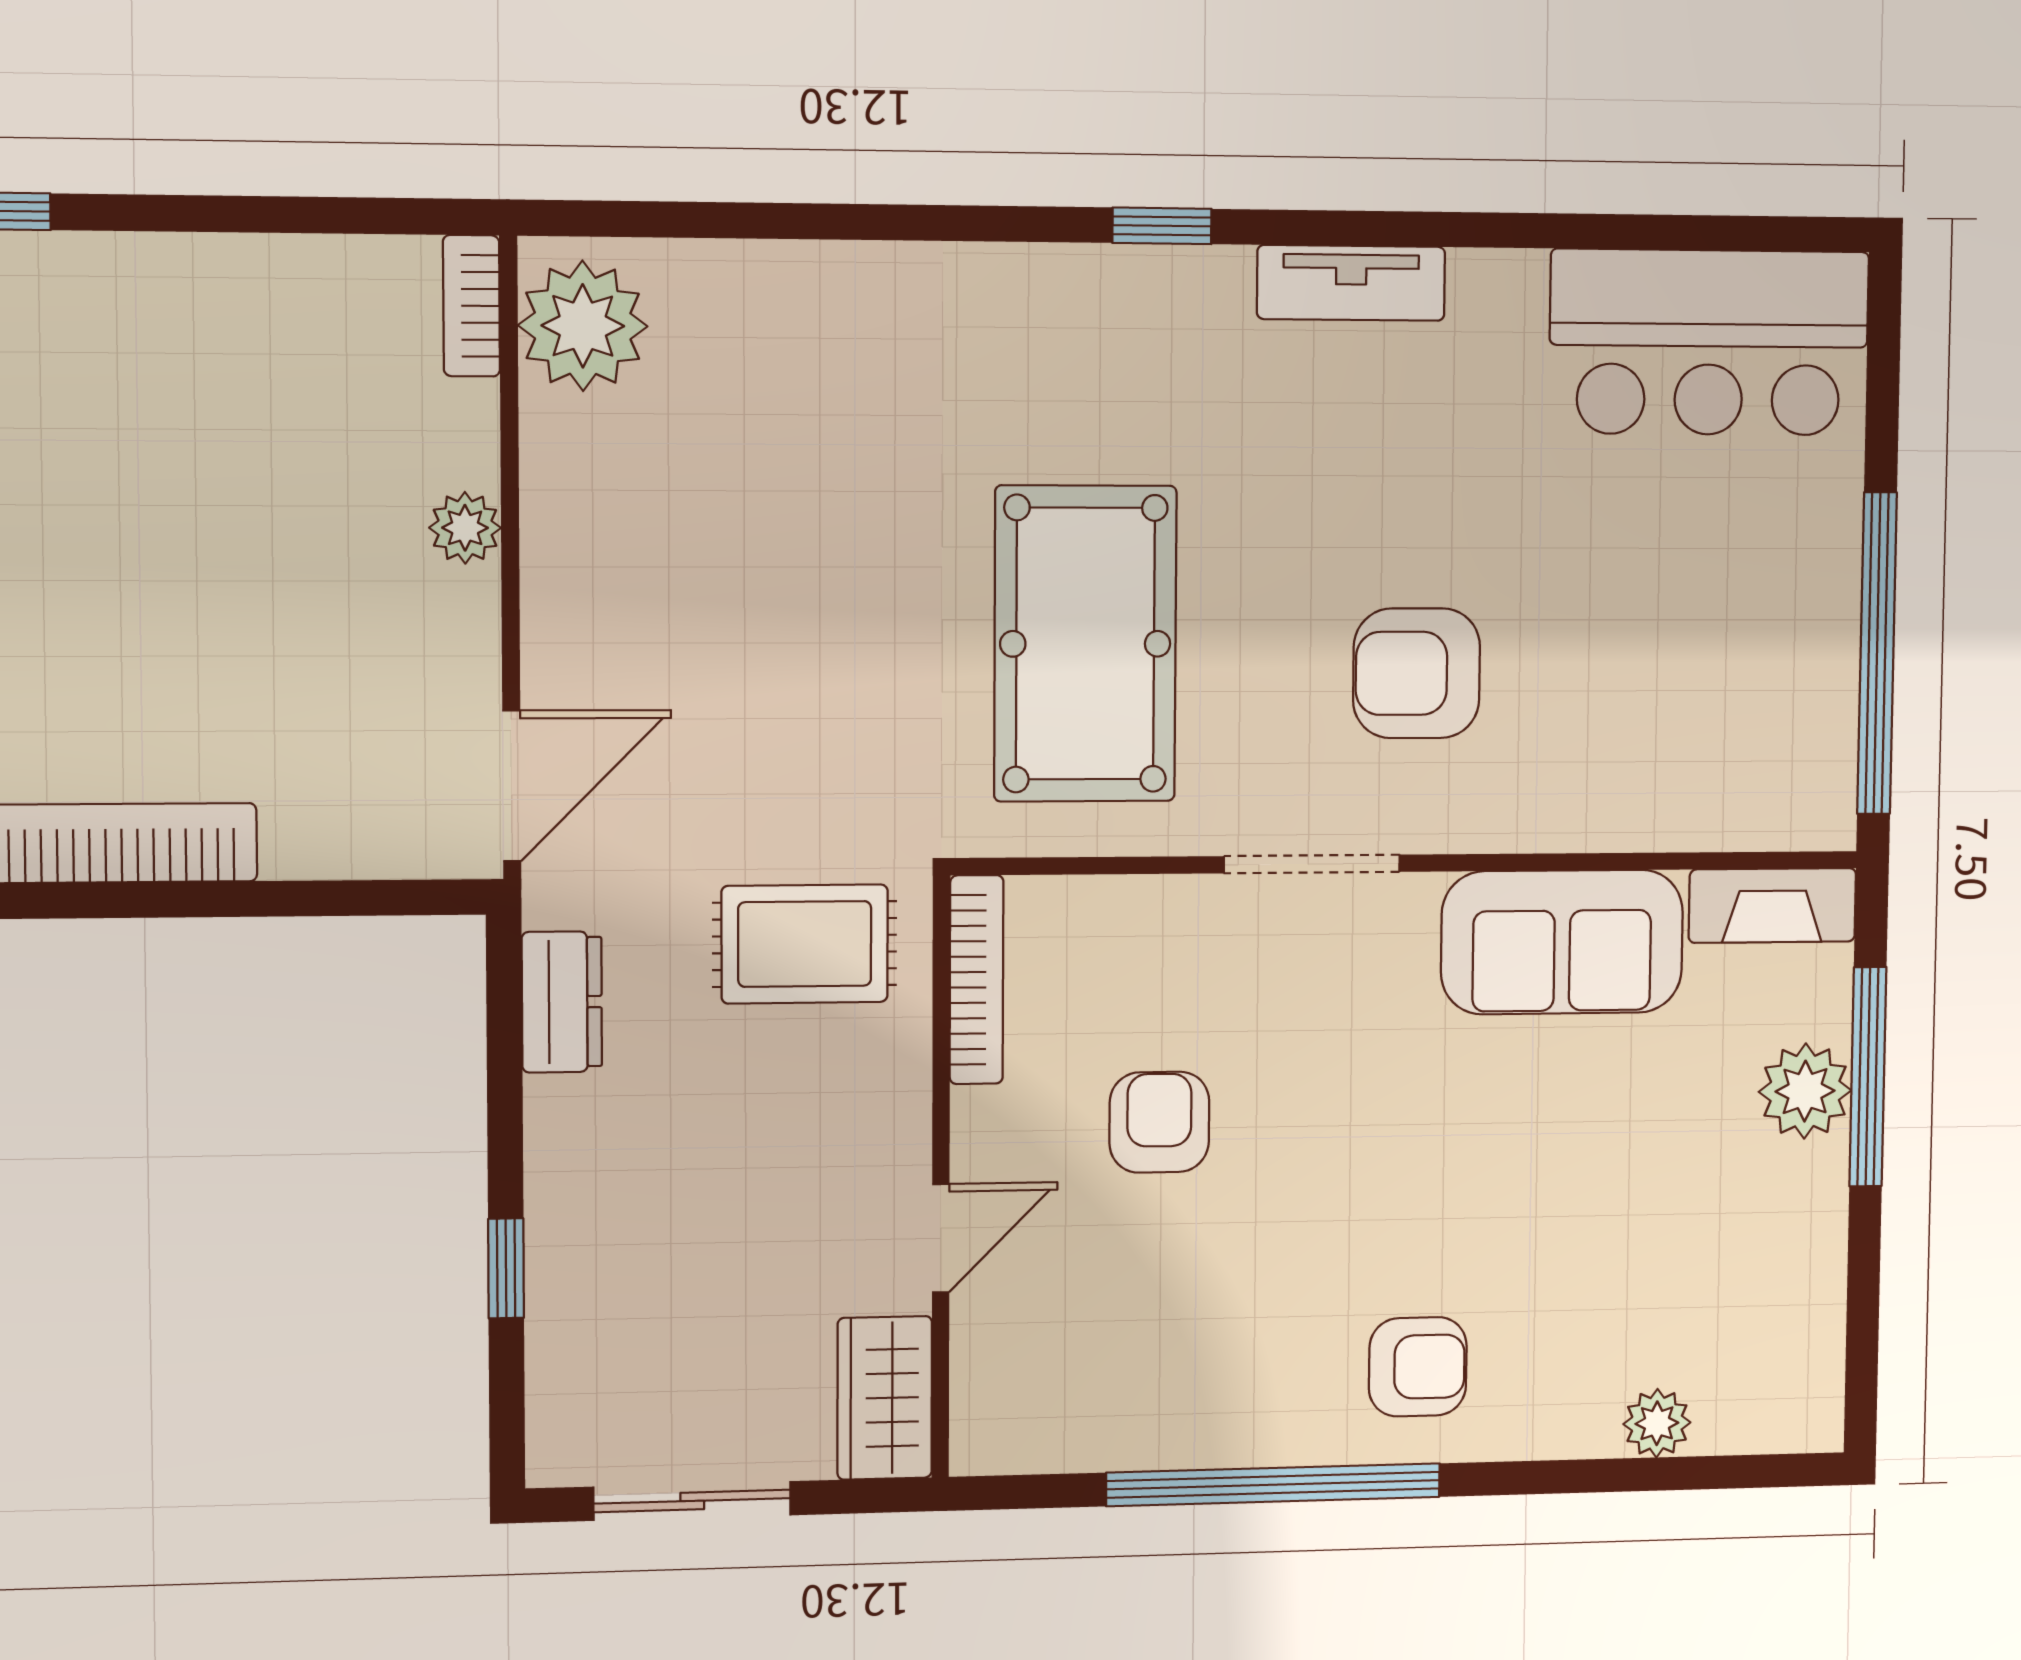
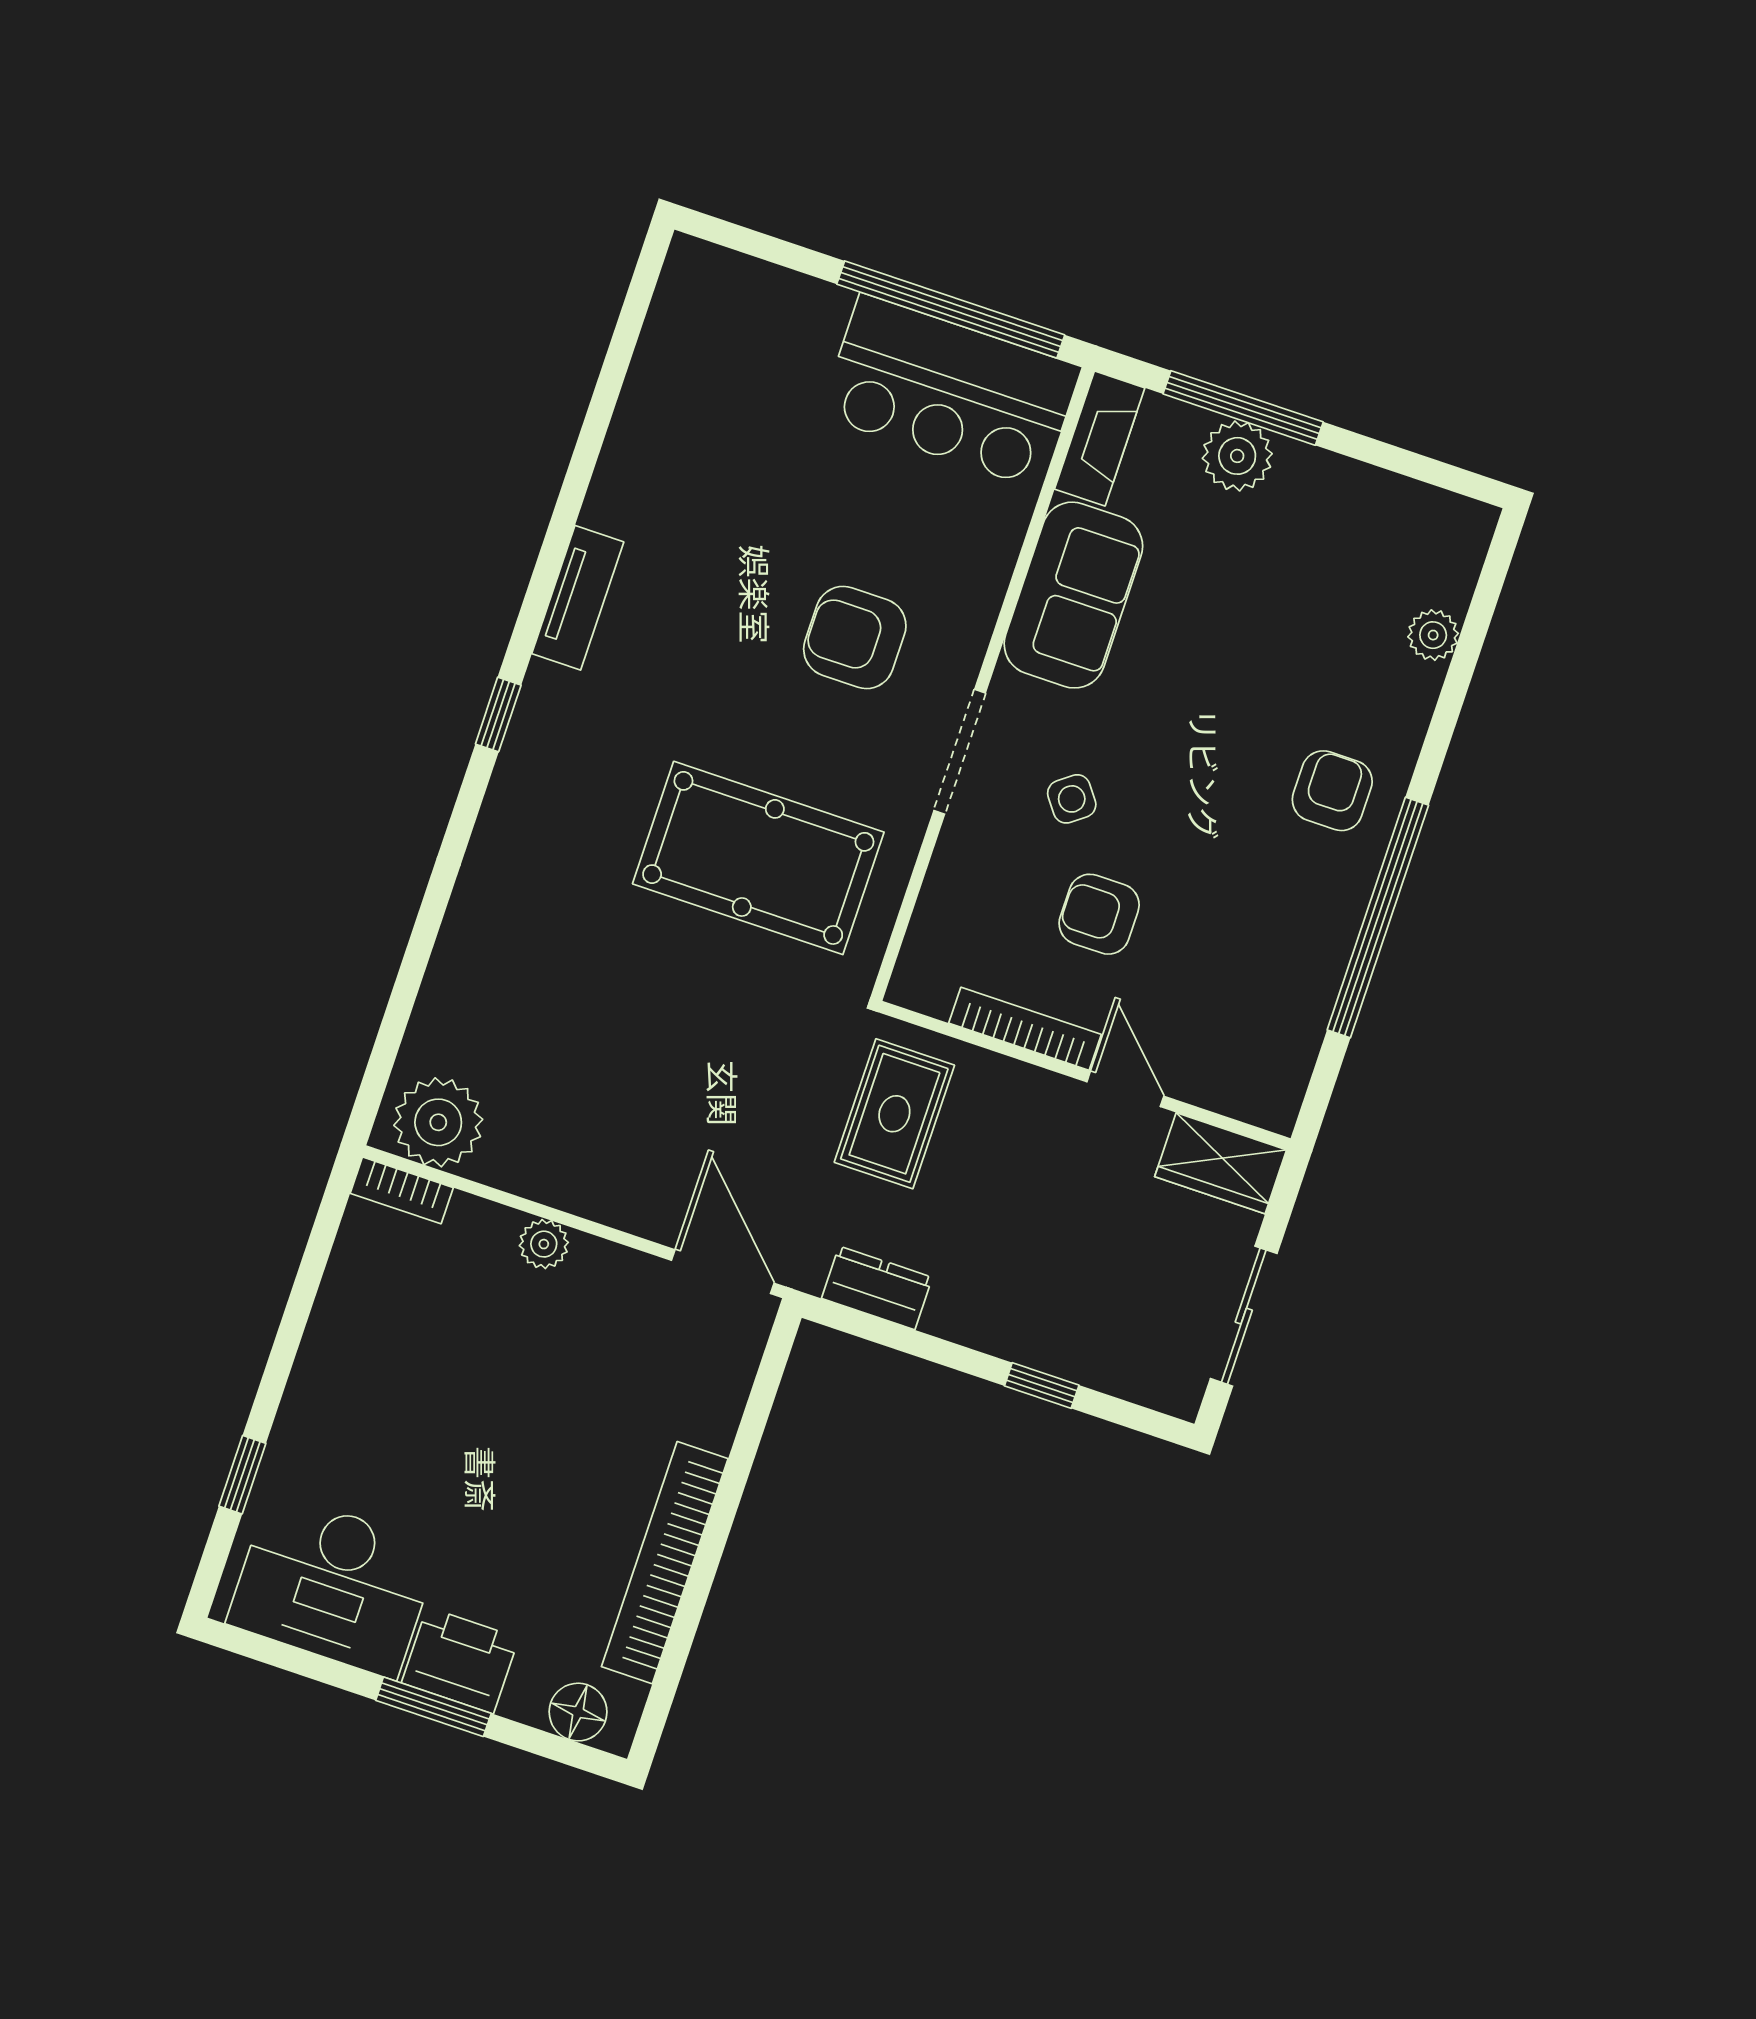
bar counter: (1709, 342) -> (950, 391), moved, turned 90
armchair: (1417, 673) -> (855, 637), turned 90
bookcase: (977, 980) -> (1025, 1029), moved
side table: (1298, 1033) -> (1072, 799), added

